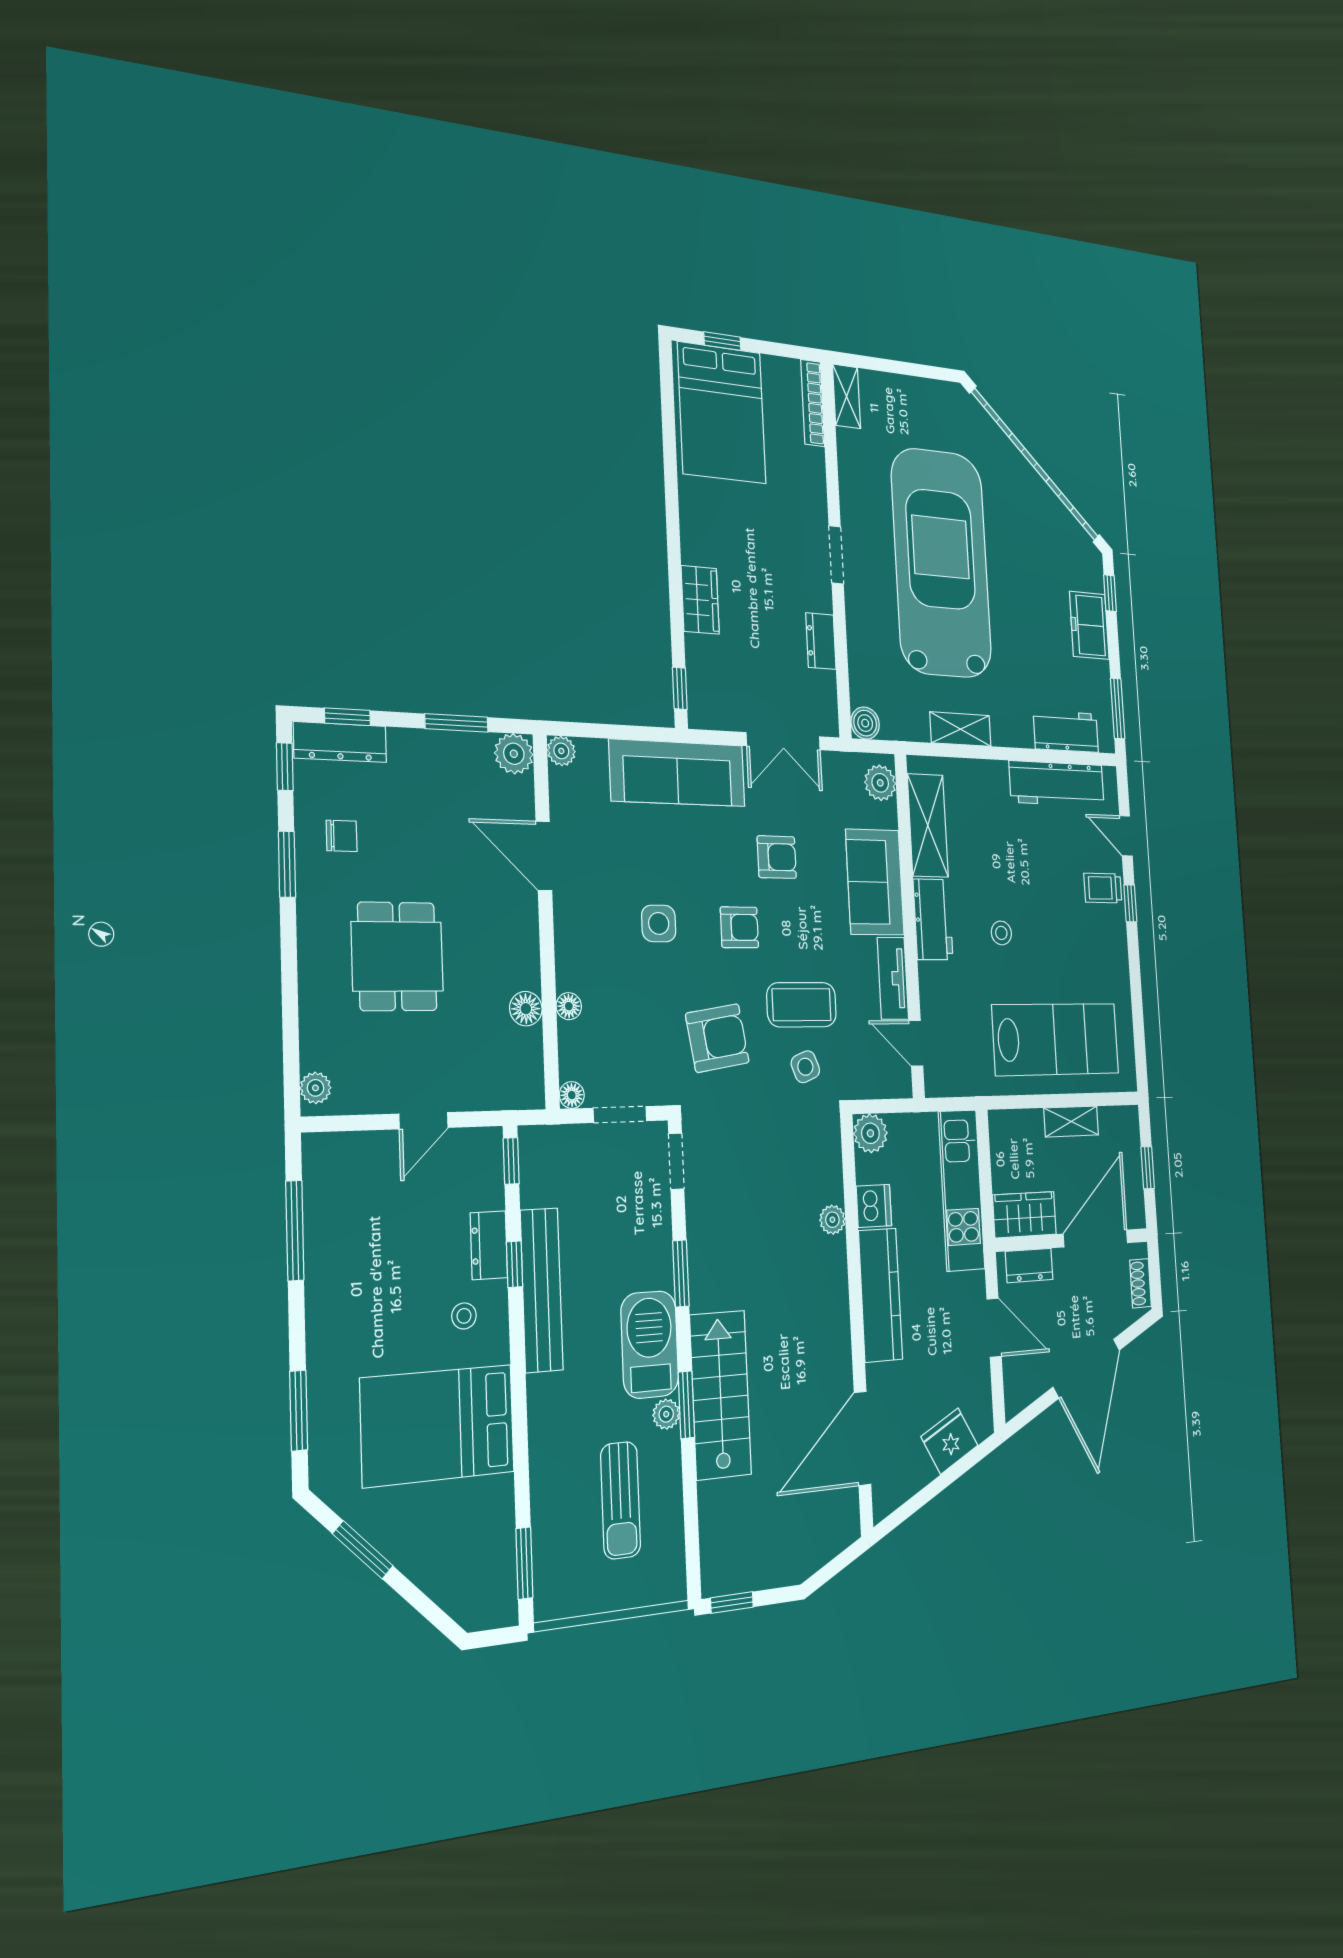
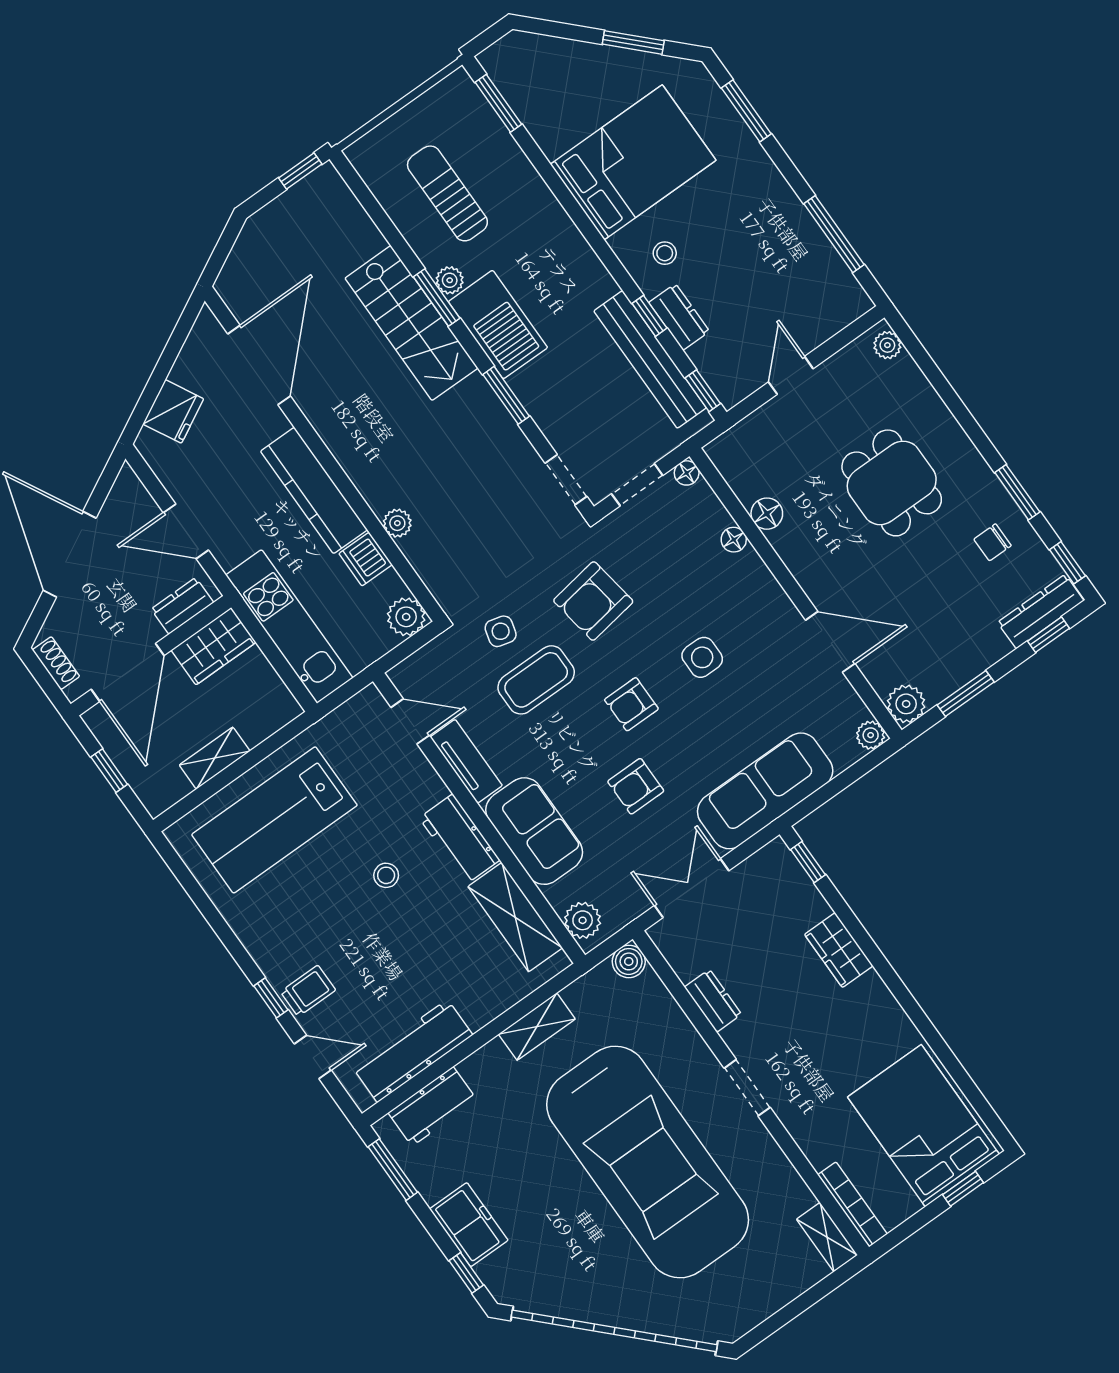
side table: (805, 1067) -> (501, 631), turned 36
bench: (542, 1290) -> (650, 359), moved

